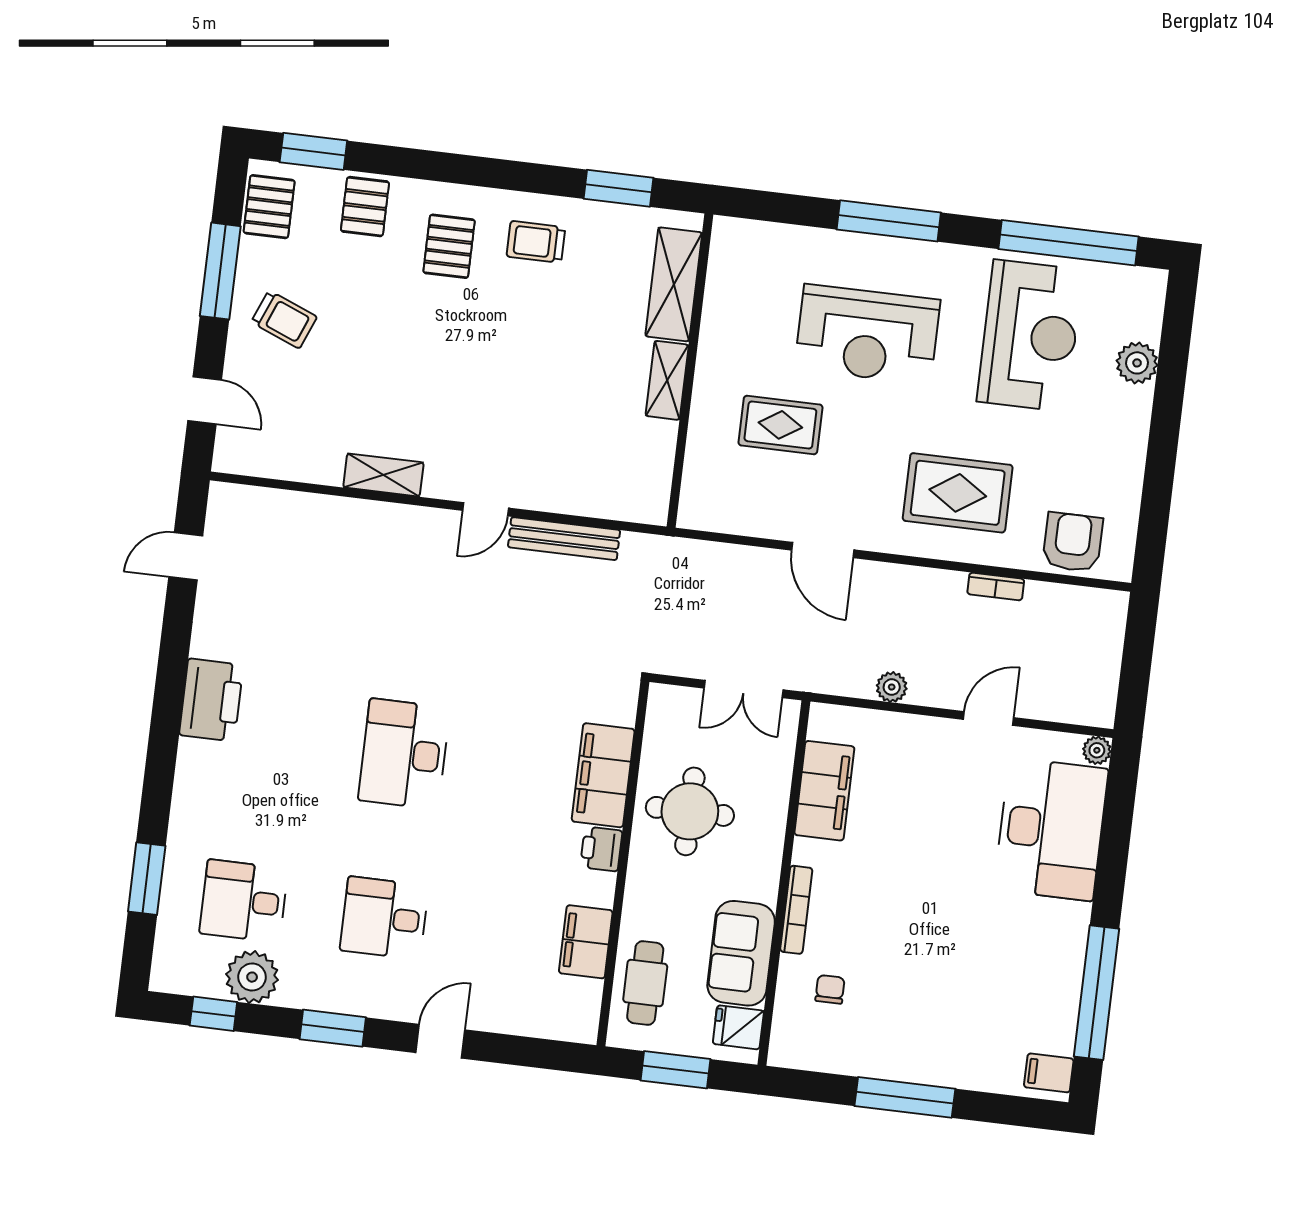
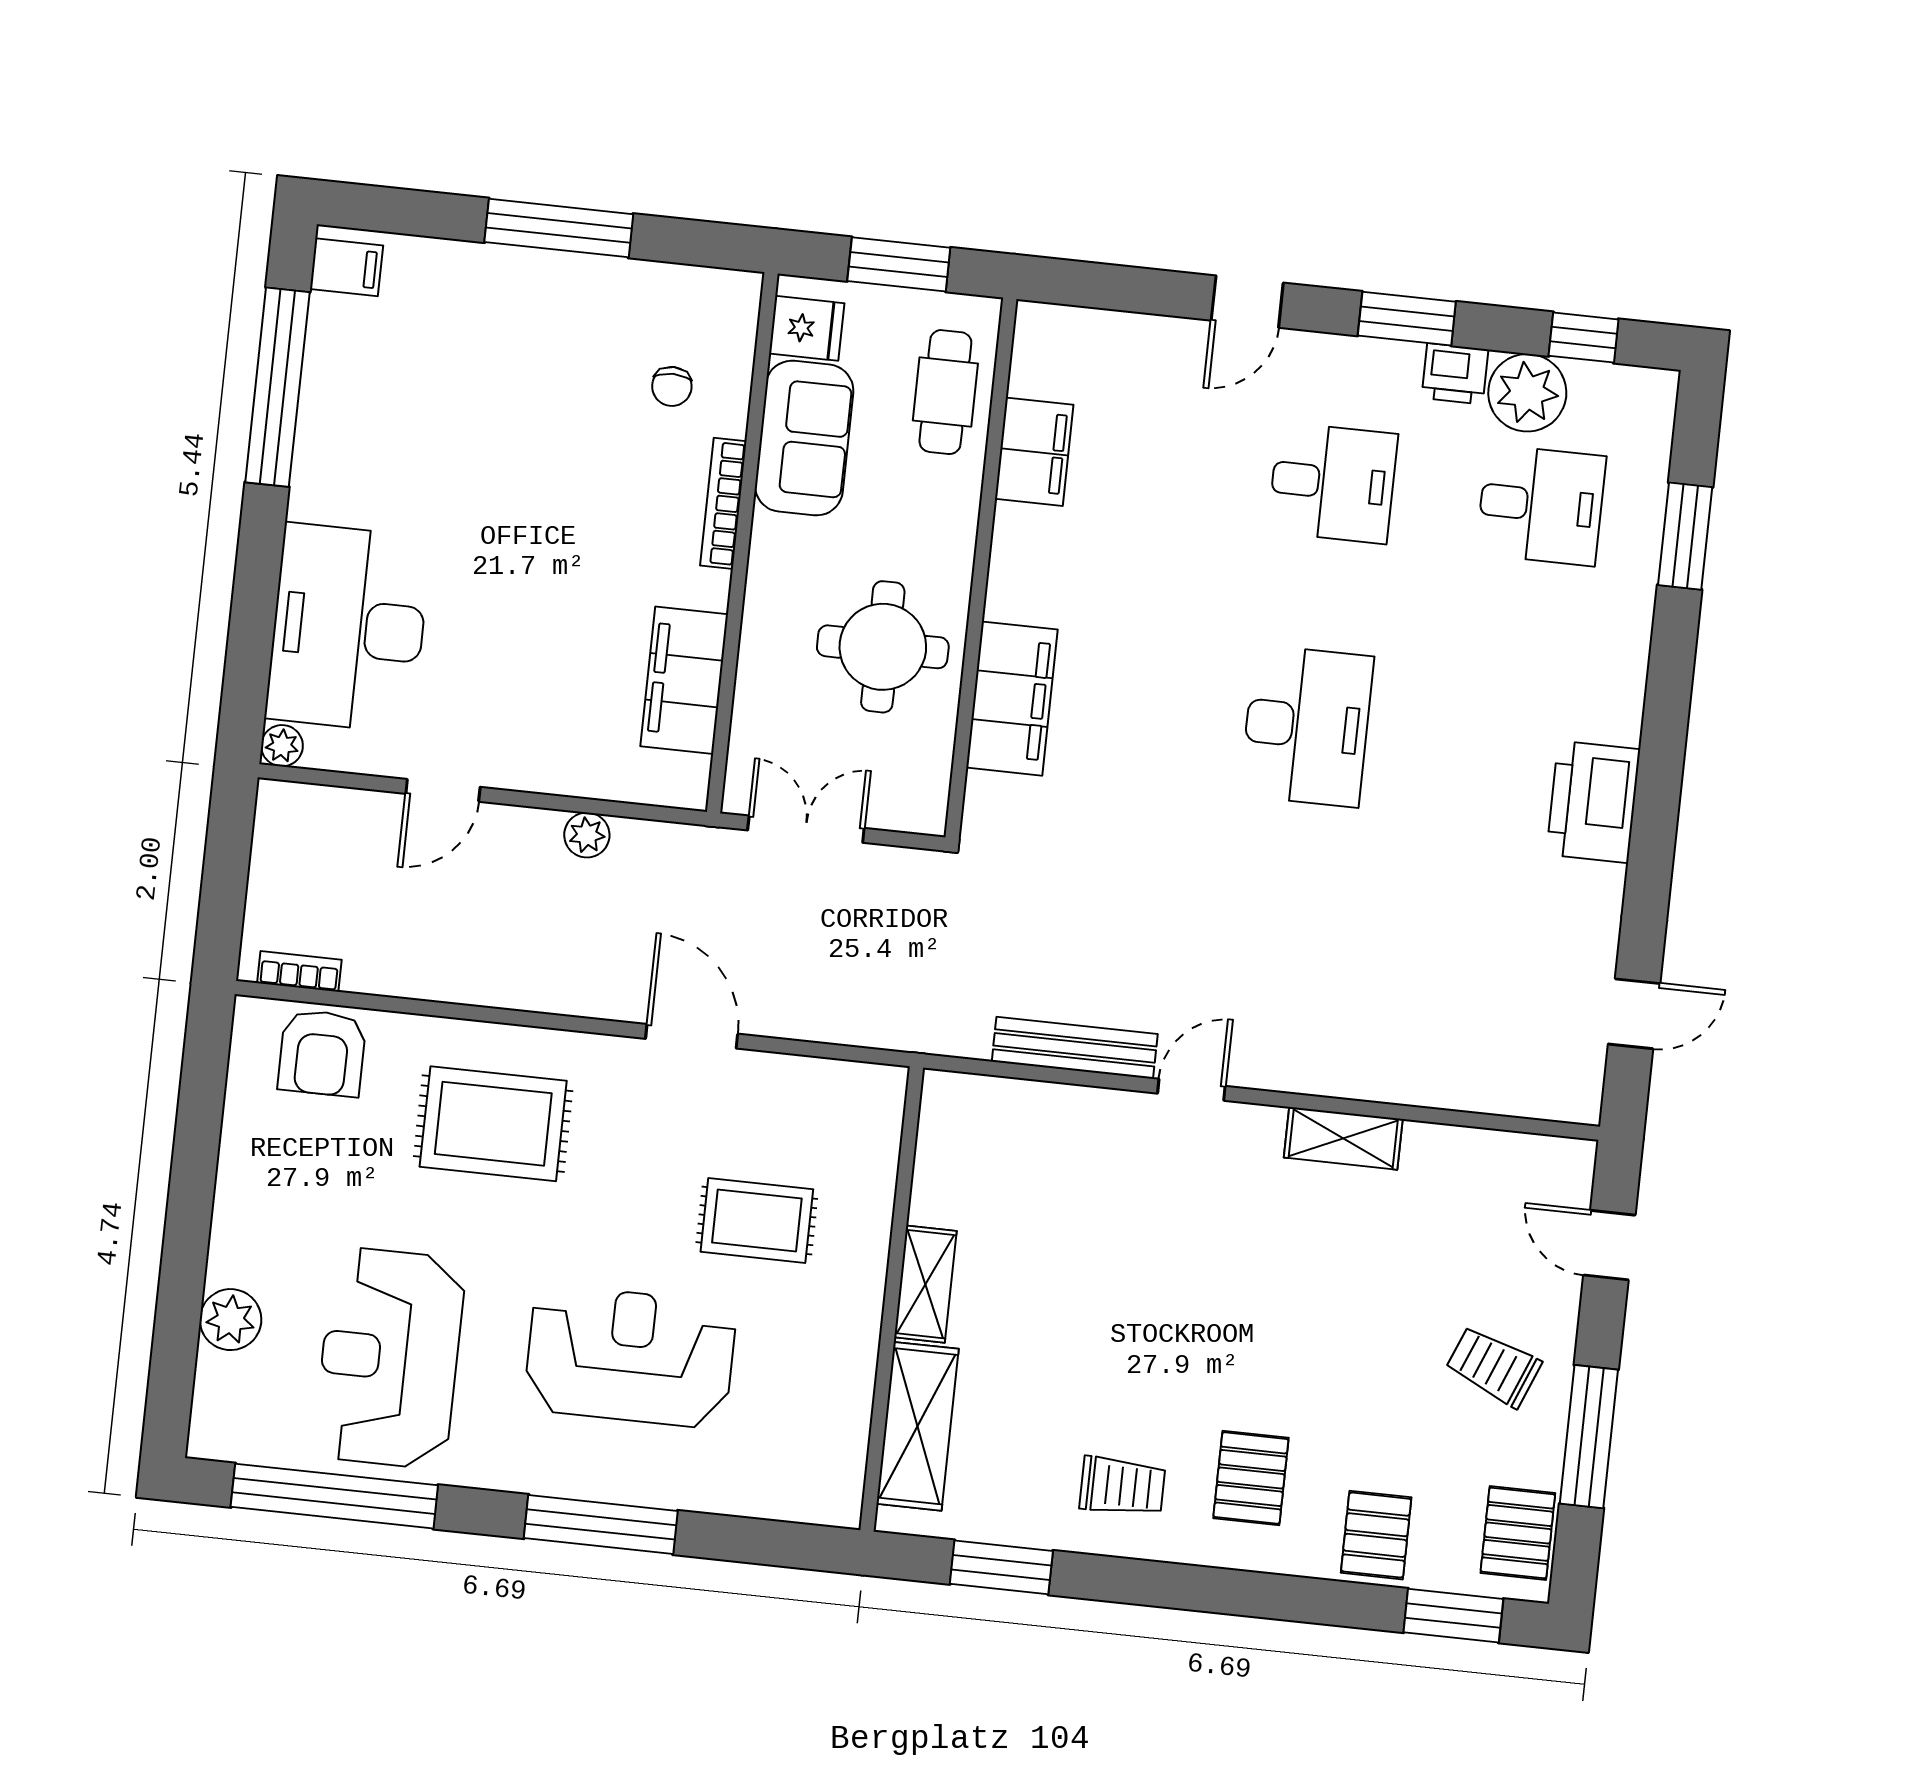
bookcase: (996, 586) -> (299, 971), moved
printer: (601, 849) -> (1455, 374), moved, turned 90

